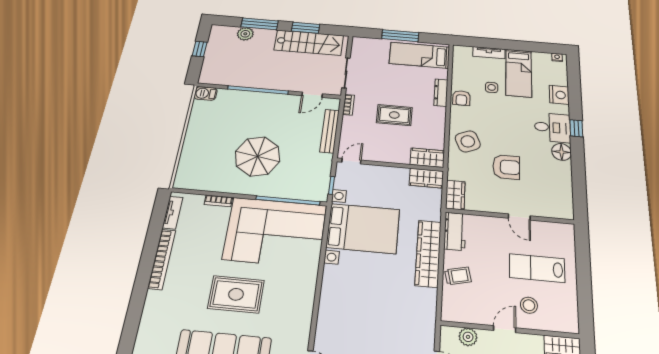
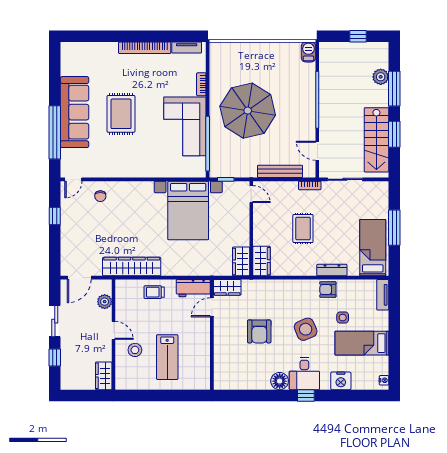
tv unit: (489, 53) -> (383, 295), moved
side table: (468, 141) -> (306, 329), moved
parasol: (257, 156) -> (248, 111), width x1.36, depth x1.36
door: (519, 217) -> (212, 307), moved
corner sofa: (275, 232) -> (185, 126), width x0.73, depth x0.74
wardrobe: (428, 253) -> (132, 267), moved
lab bench: (537, 268) -> (167, 357), turned 180
trolley: (458, 276) -> (154, 292), turned 103
chair: (335, 329) -> (100, 196), added

